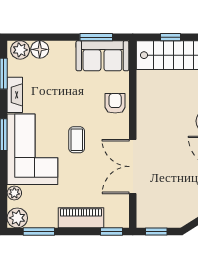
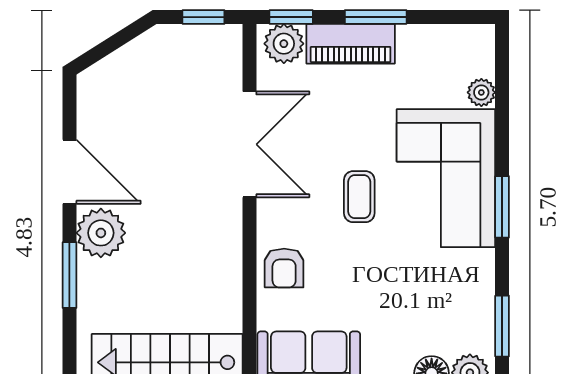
fireplace: (15, 95) -> (480, 285), removed
plant: (17, 218) -> (284, 44), moved
window: (39, 232) -> (376, 17), moved

